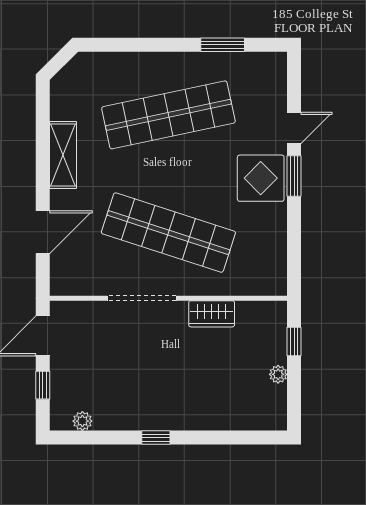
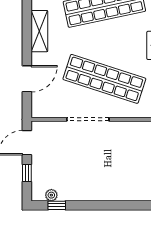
wardrobe: (212, 314) -> (131, 129), removed
window: (156, 438) -> (57, 205), moved

